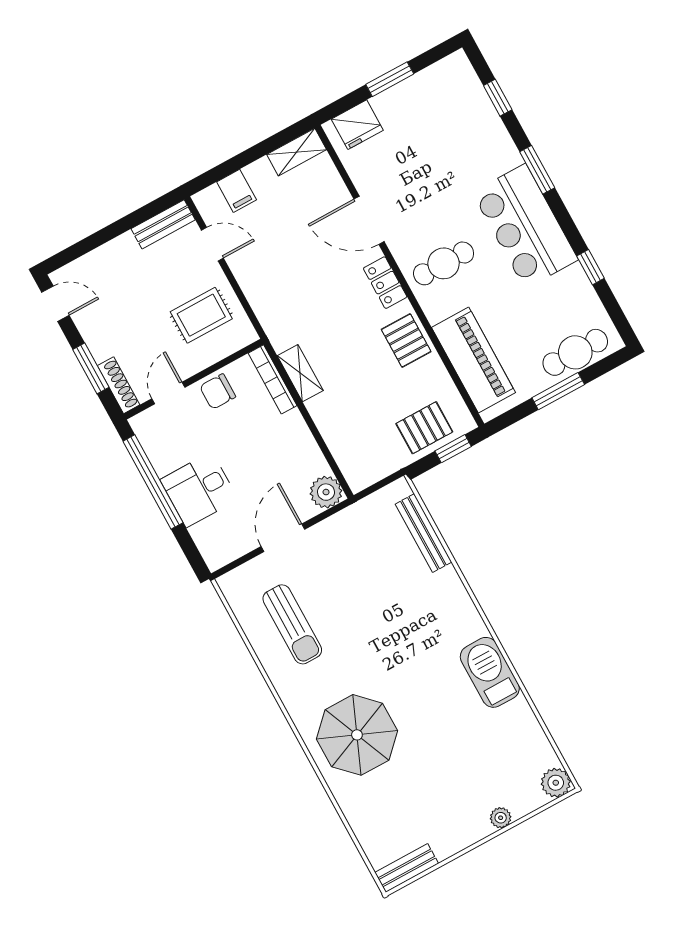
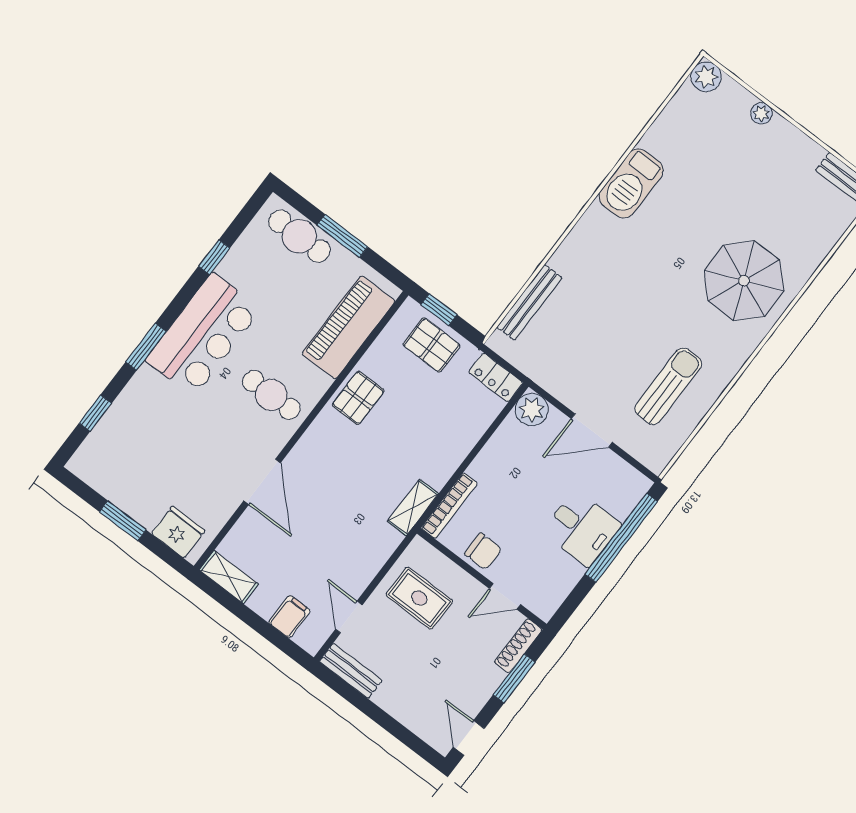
locker: (385, 283) -> (496, 377), moved, turned 90
shelving: (300, 373) -> (413, 508), moved
window: (153, 482) -> (621, 538), moved

